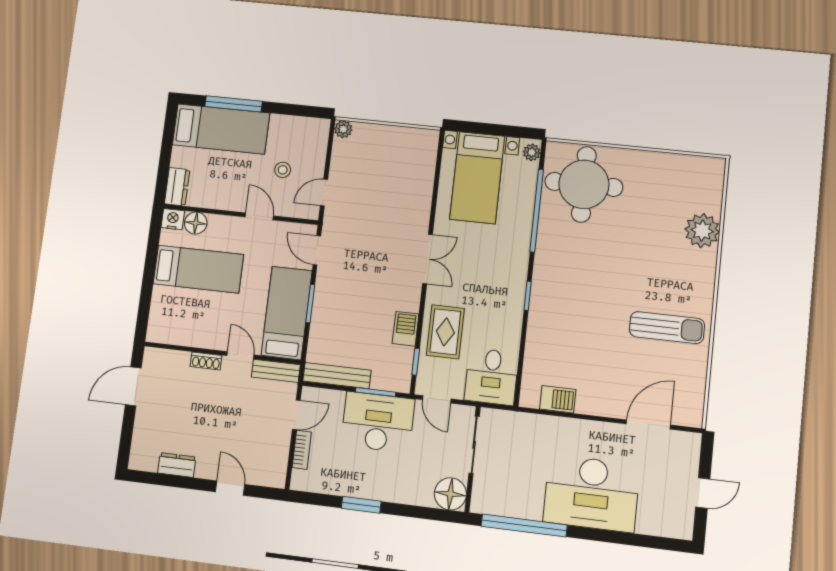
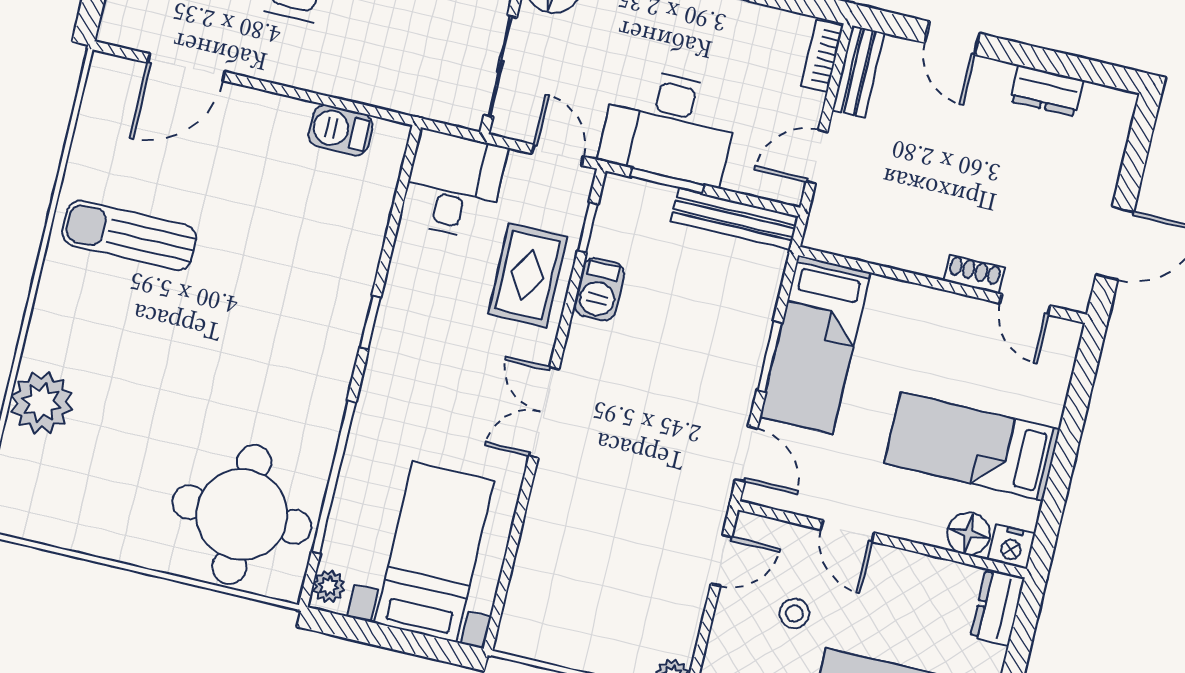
door: (240, 355) -> (1025, 304), moved
bench: (276, 371) -> (858, 72), moved, turned 90
bookcase: (302, 450) -> (822, 56), moved

